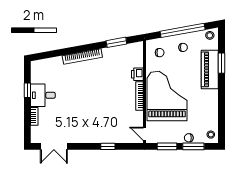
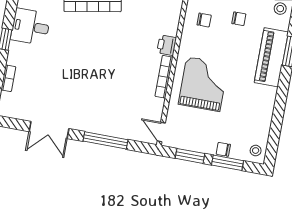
desk: (43, 95) -> (31, 27), moved
grand piano: (167, 96) -> (203, 84), width x0.73, depth x0.68
double door: (54, 146) -> (49, 130), moved
window: (108, 146) -> (105, 140), width x2.17

